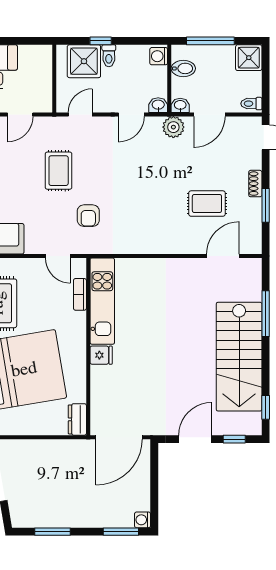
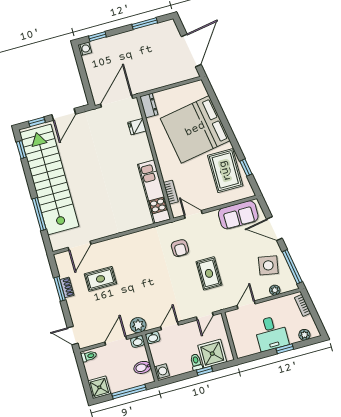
shoe rack: (255, 184) -> (67, 287), moved
armchair: (88, 216) -> (180, 248), turned 180
fridge: (101, 355) -> (137, 127), moved
stairs: (239, 357) -> (49, 179), width x1.36
window: (121, 532) -> (97, 37), width x0.67

